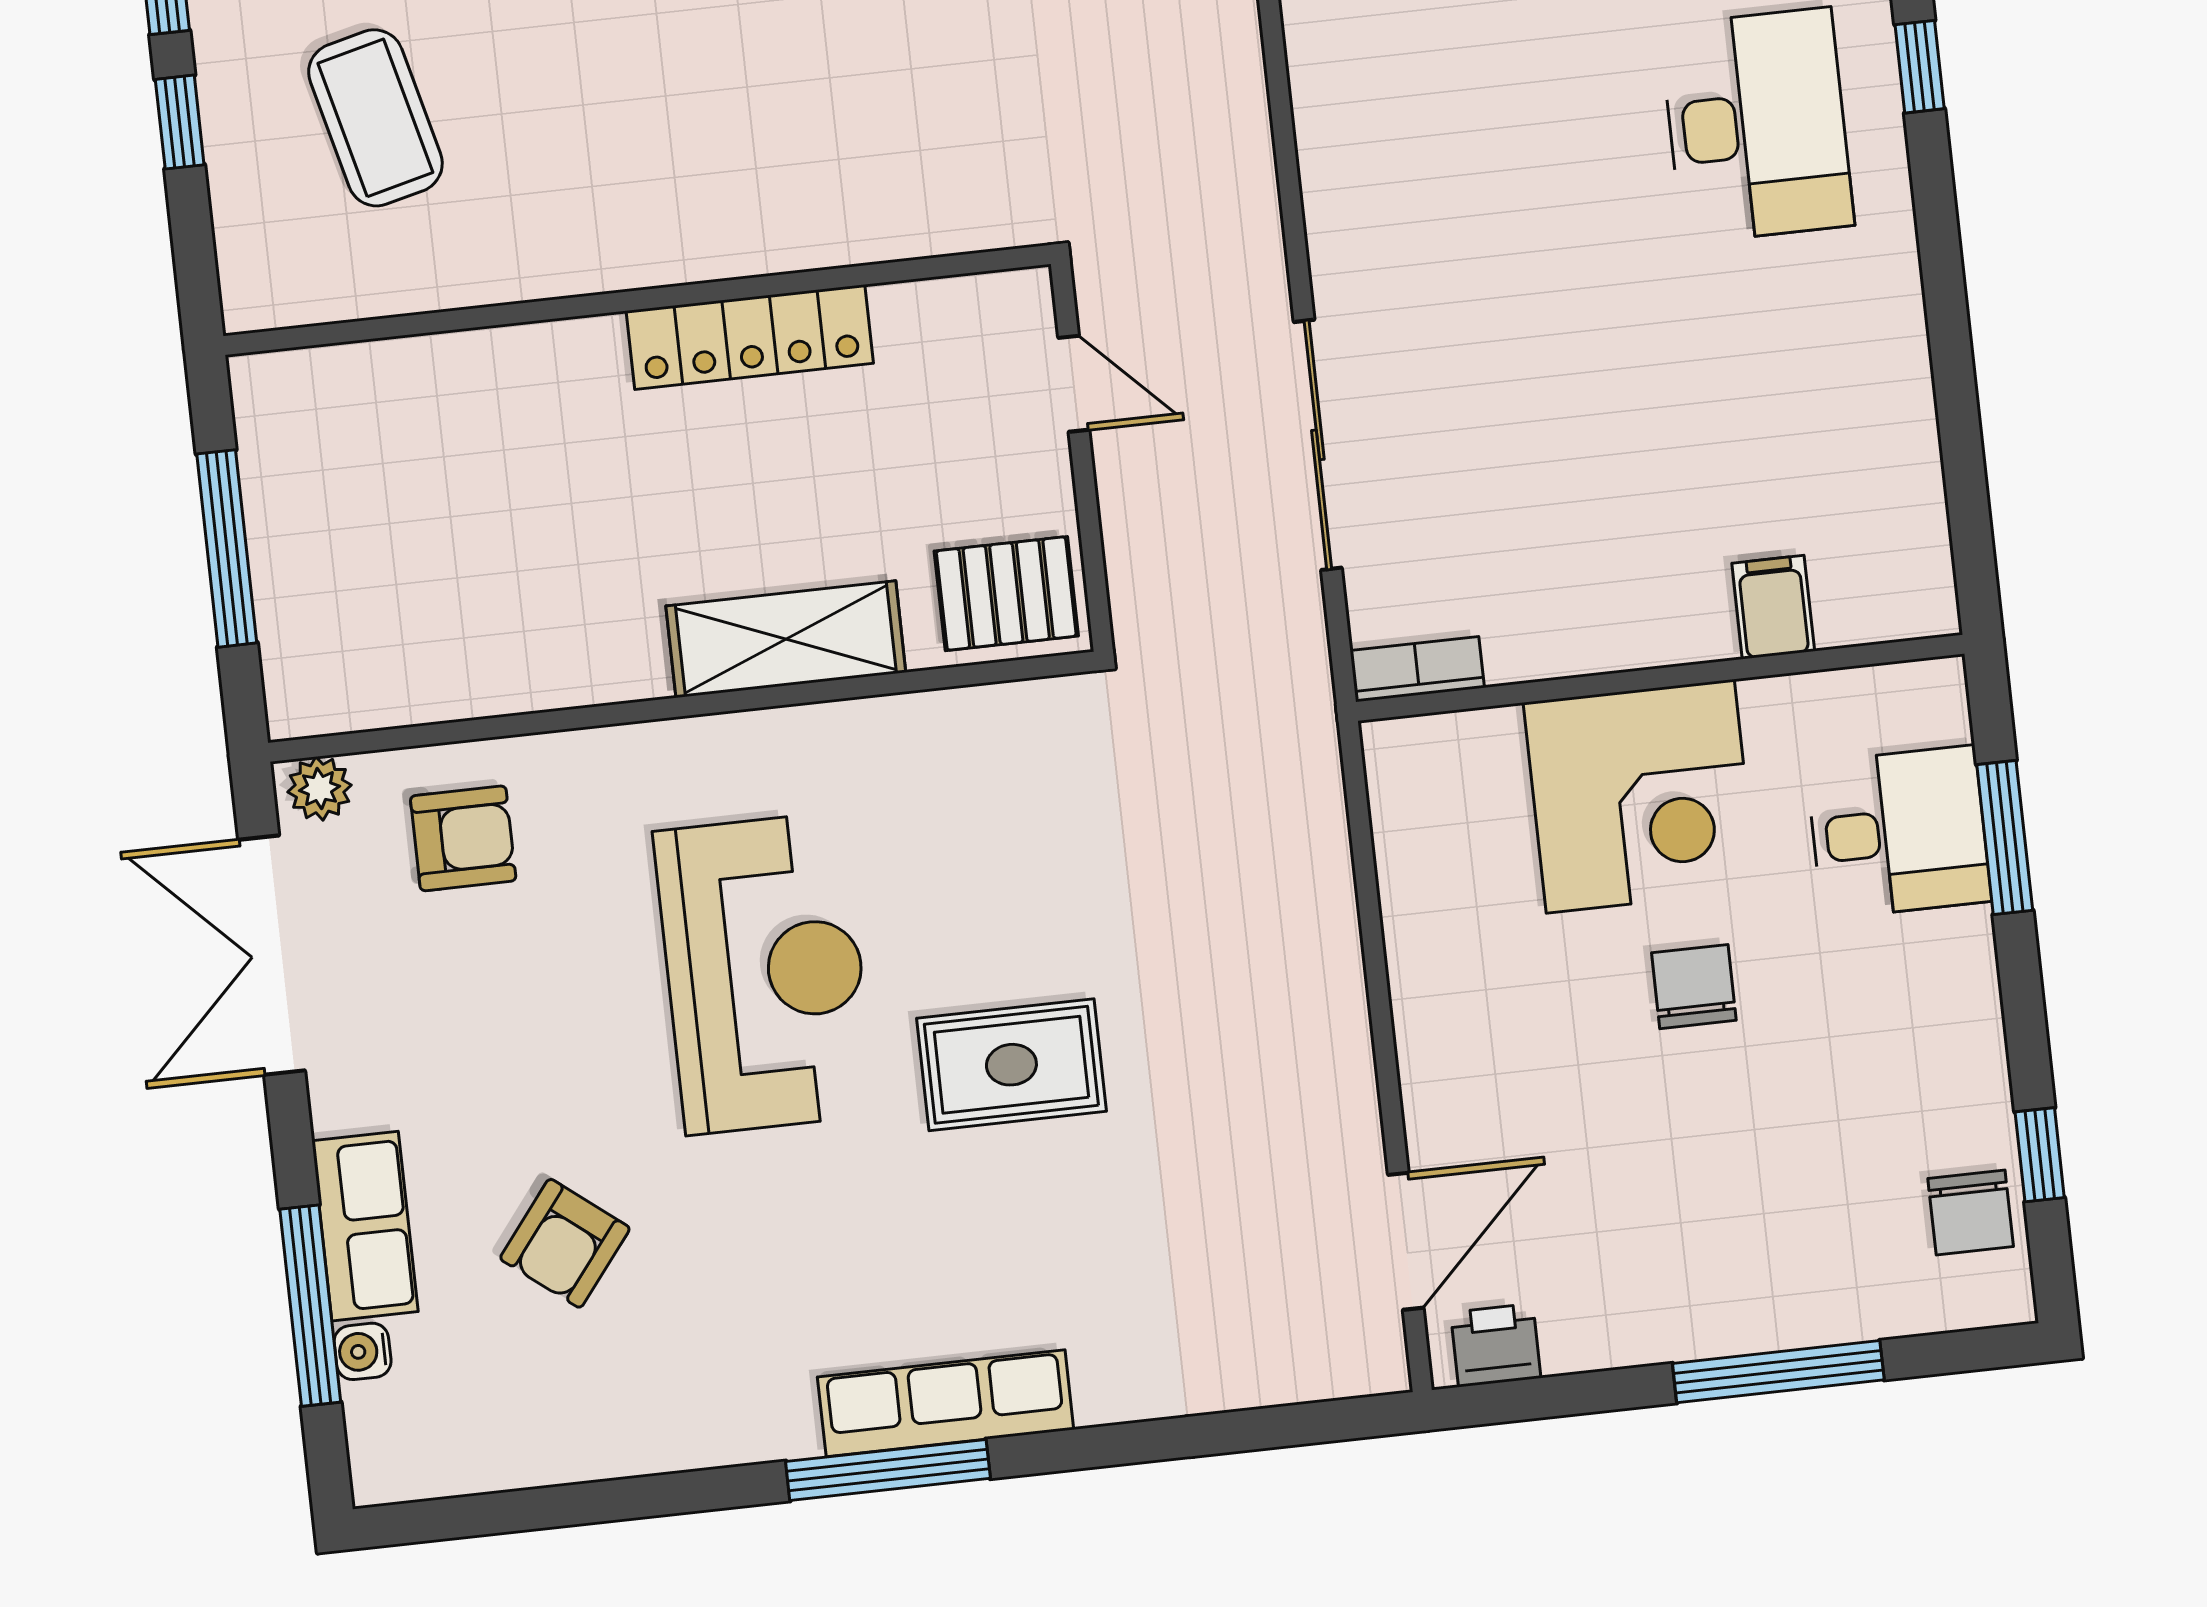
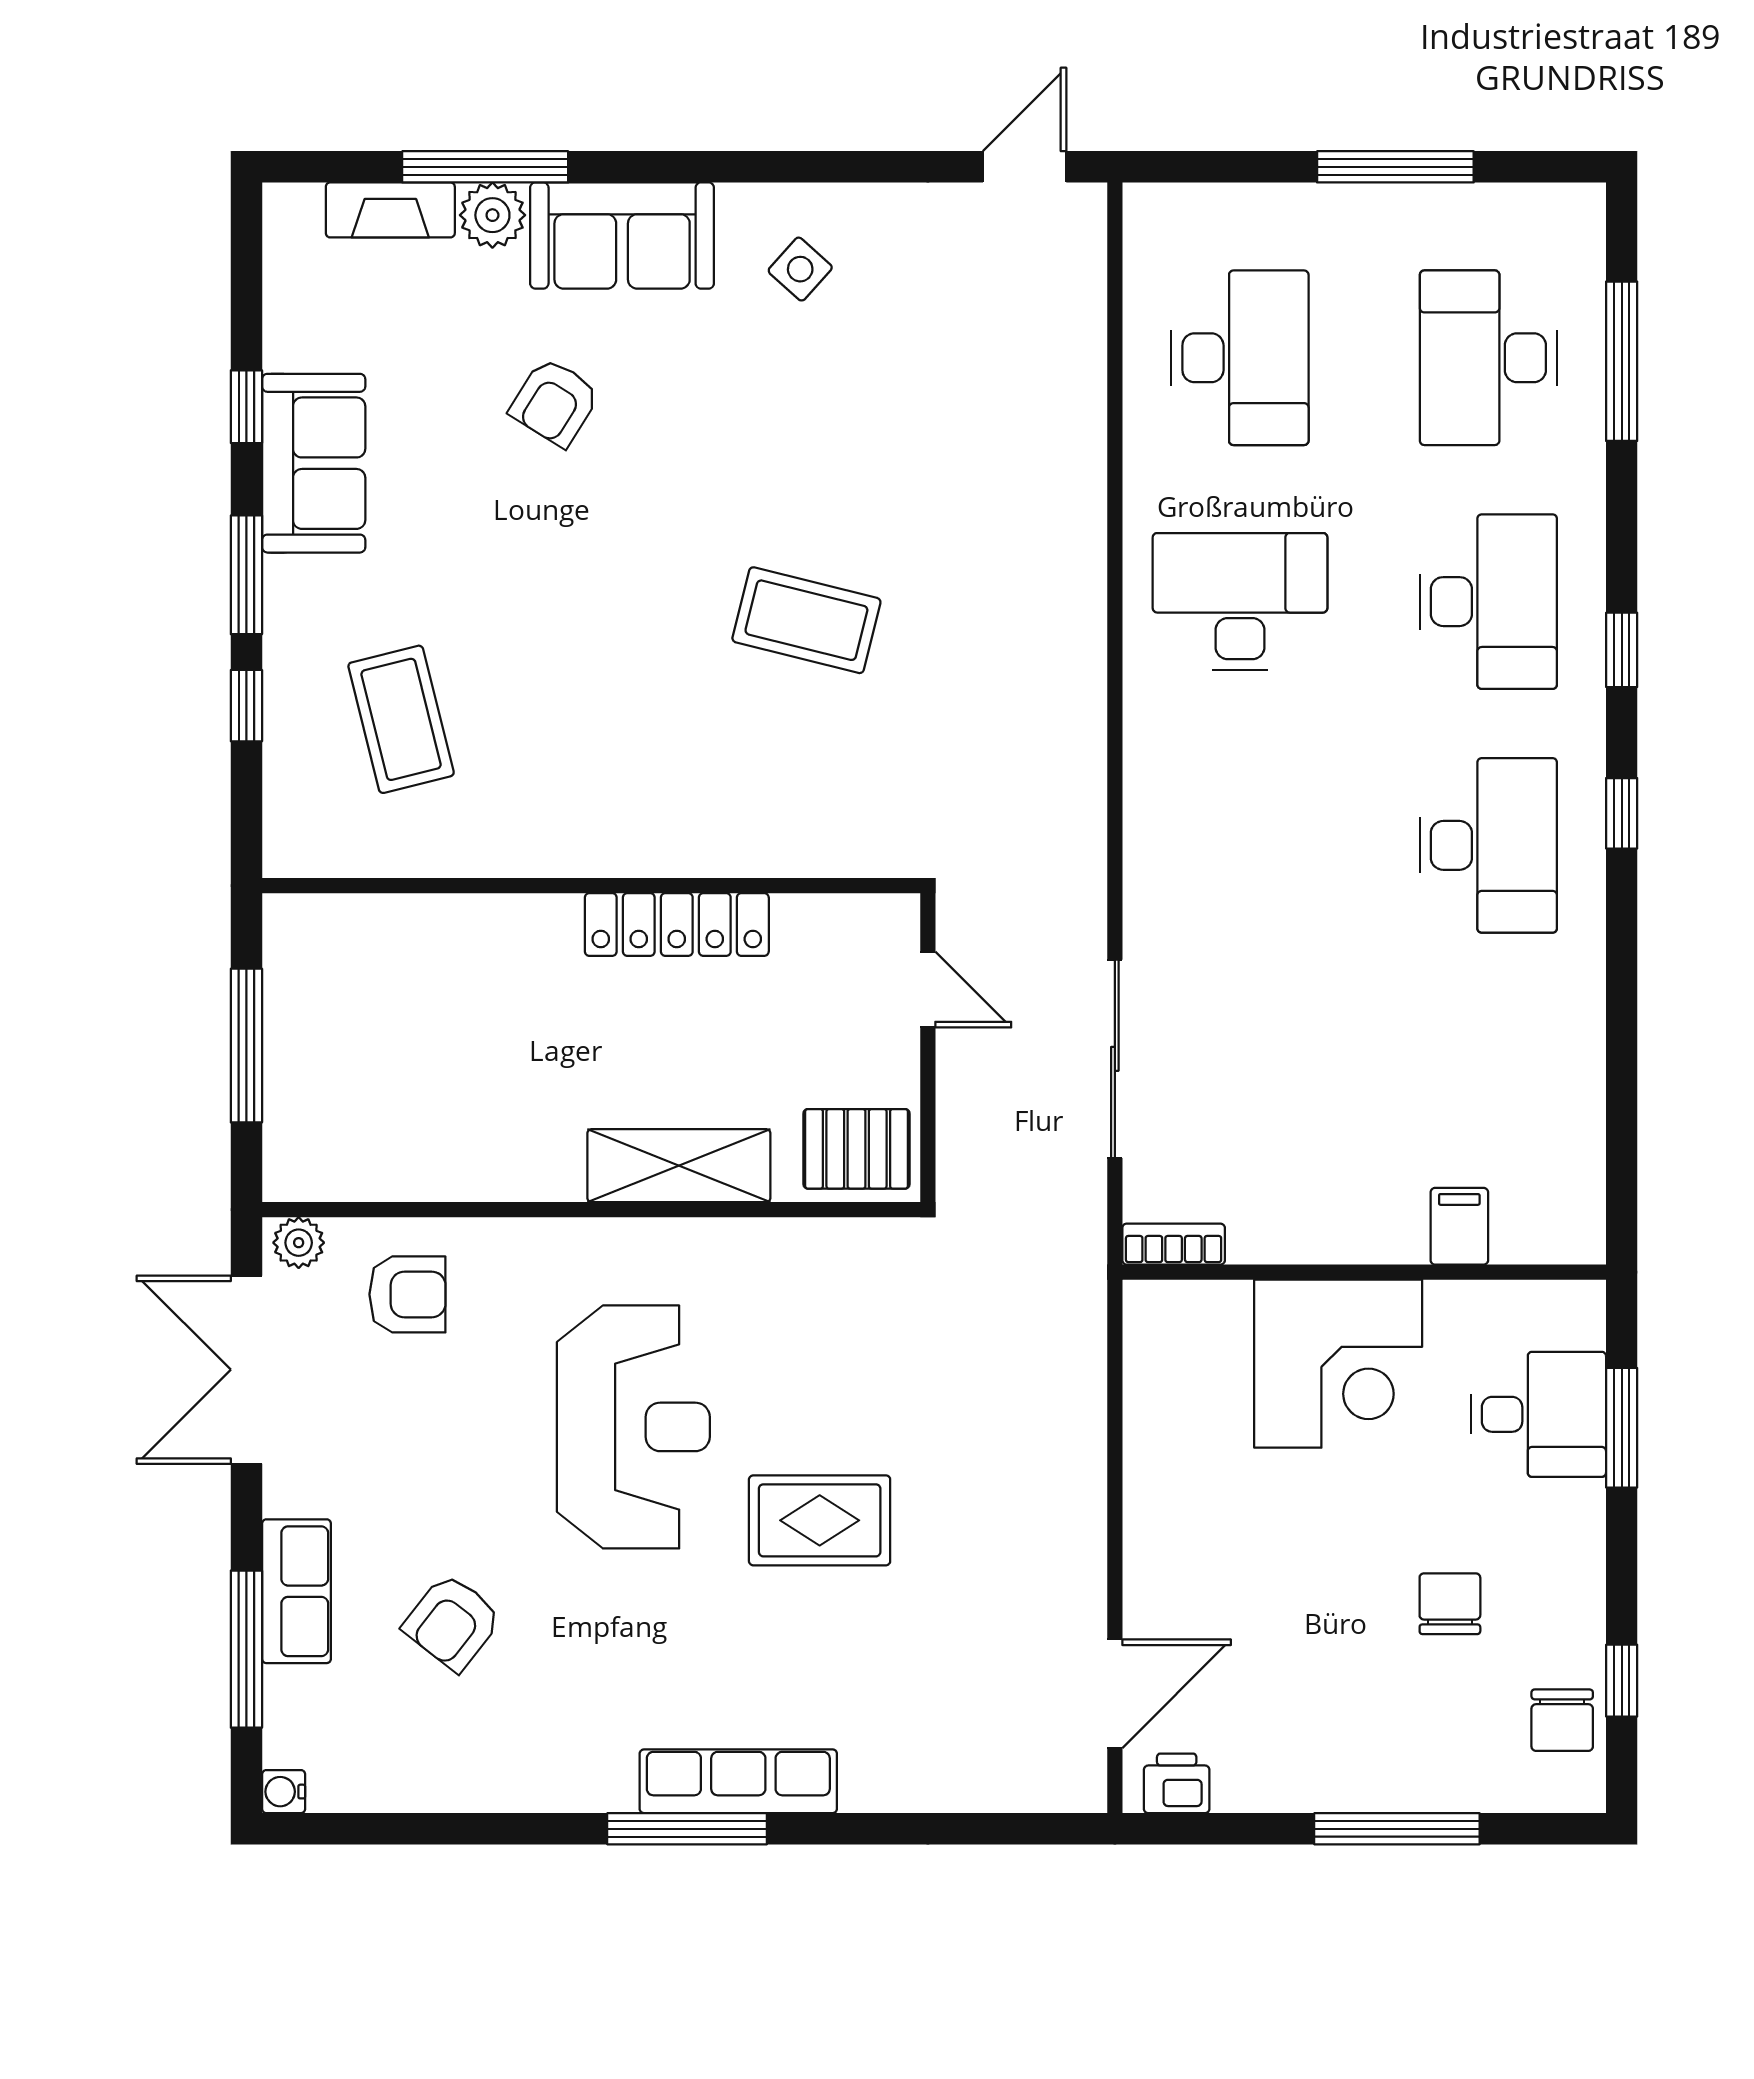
chair: (1694, 987) -> (1450, 1604), moved
water cooler: (363, 1351) -> (284, 1792), moved

